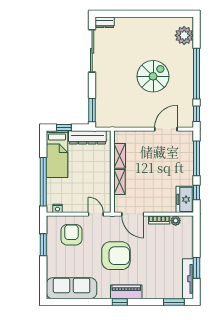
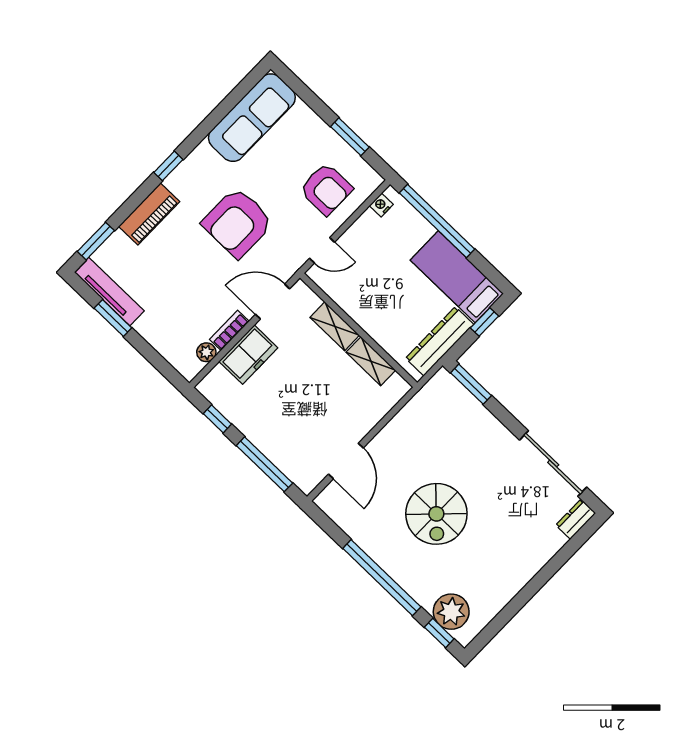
window: (197, 114) -> (439, 633), moved
freezer: (185, 199) -> (248, 355), moved, turned 90
piano: (126, 292) -> (149, 214), moved

